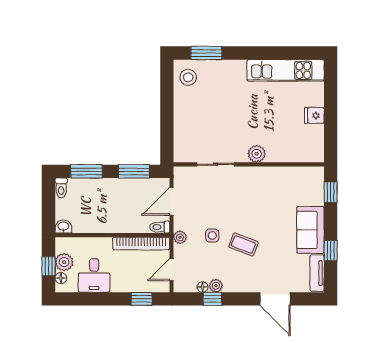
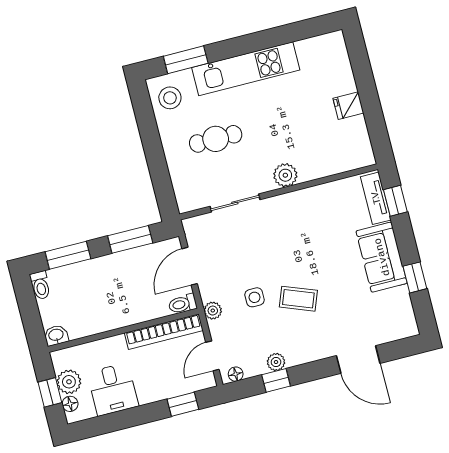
kitchen unit: (286, 70) -> (246, 69), moved
cafe table: (213, 115) -> (216, 139), added
tv unit: (317, 273) -> (376, 198), moved
floor lamp: (203, 287) -> (236, 374), moved

